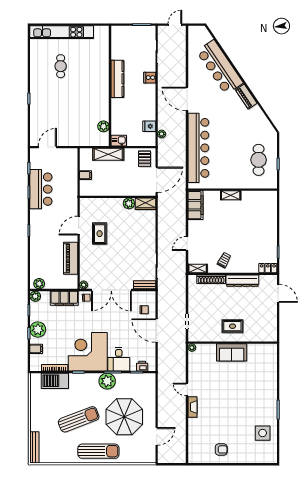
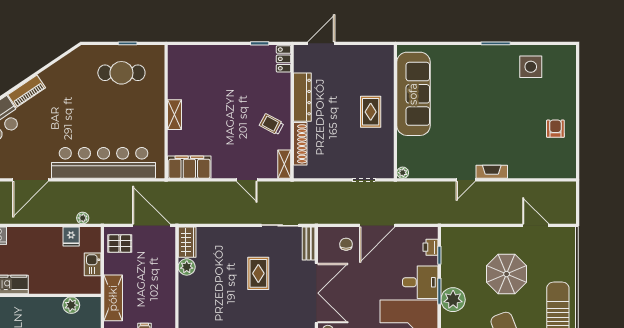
kitchen sink: (119, 141) -> (93, 264), moved
rug: (100, 234) -> (258, 273), moved, turned 90
sofa: (232, 352) -> (413, 94), width x1.85, depth x1.27
parasol: (124, 417) -> (507, 274), width x0.73, depth x0.73

